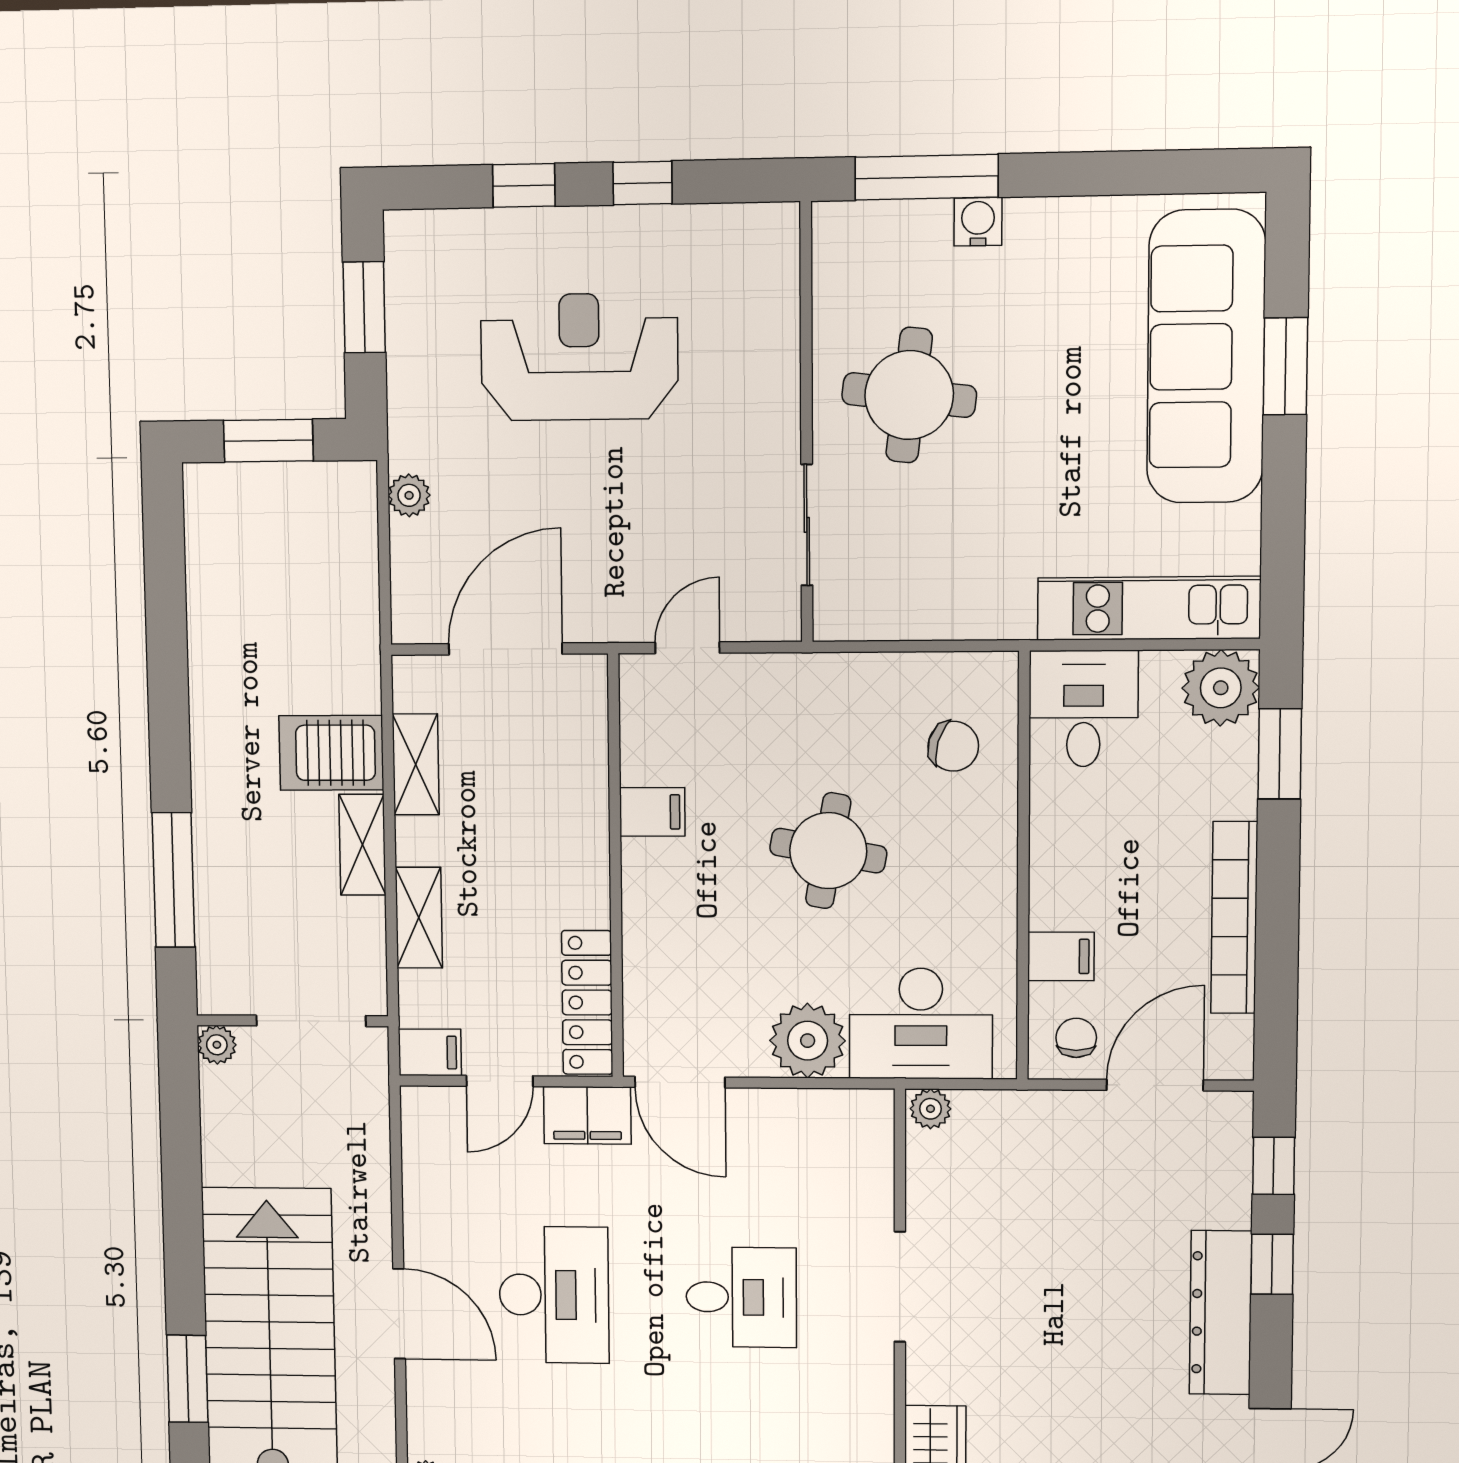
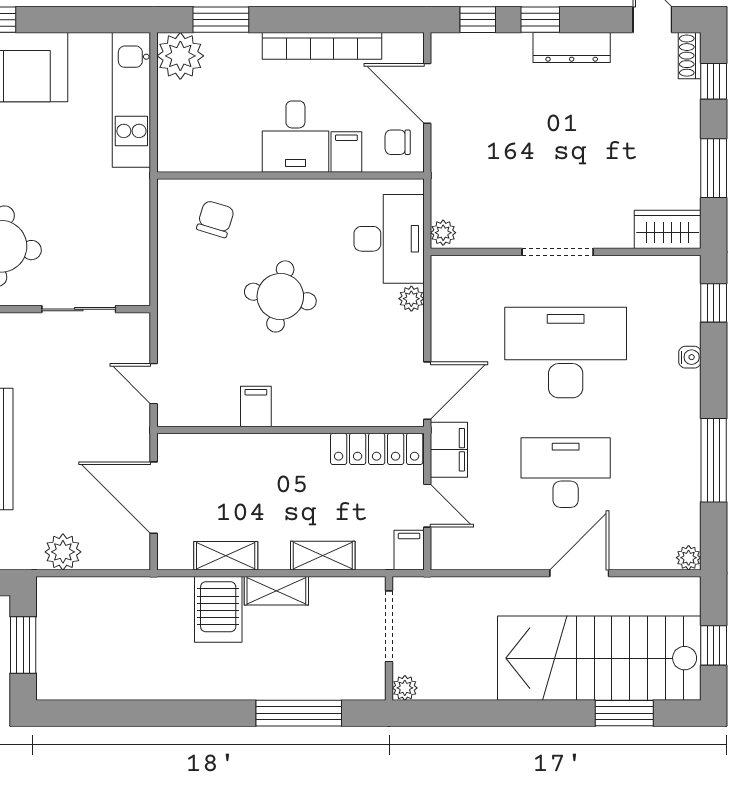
plant: (409, 495) -> (63, 552), width x1.38, depth x1.38
desk: (1083, 709) -> (295, 137), moved, turned -90
plant: (808, 1041) -> (411, 299), width x0.53, depth x0.53
desk: (741, 1297) -> (566, 352), width x1.87, depth x1.30
dresser: (1221, 1313) -> (572, 47), width x0.73, depth x0.80

